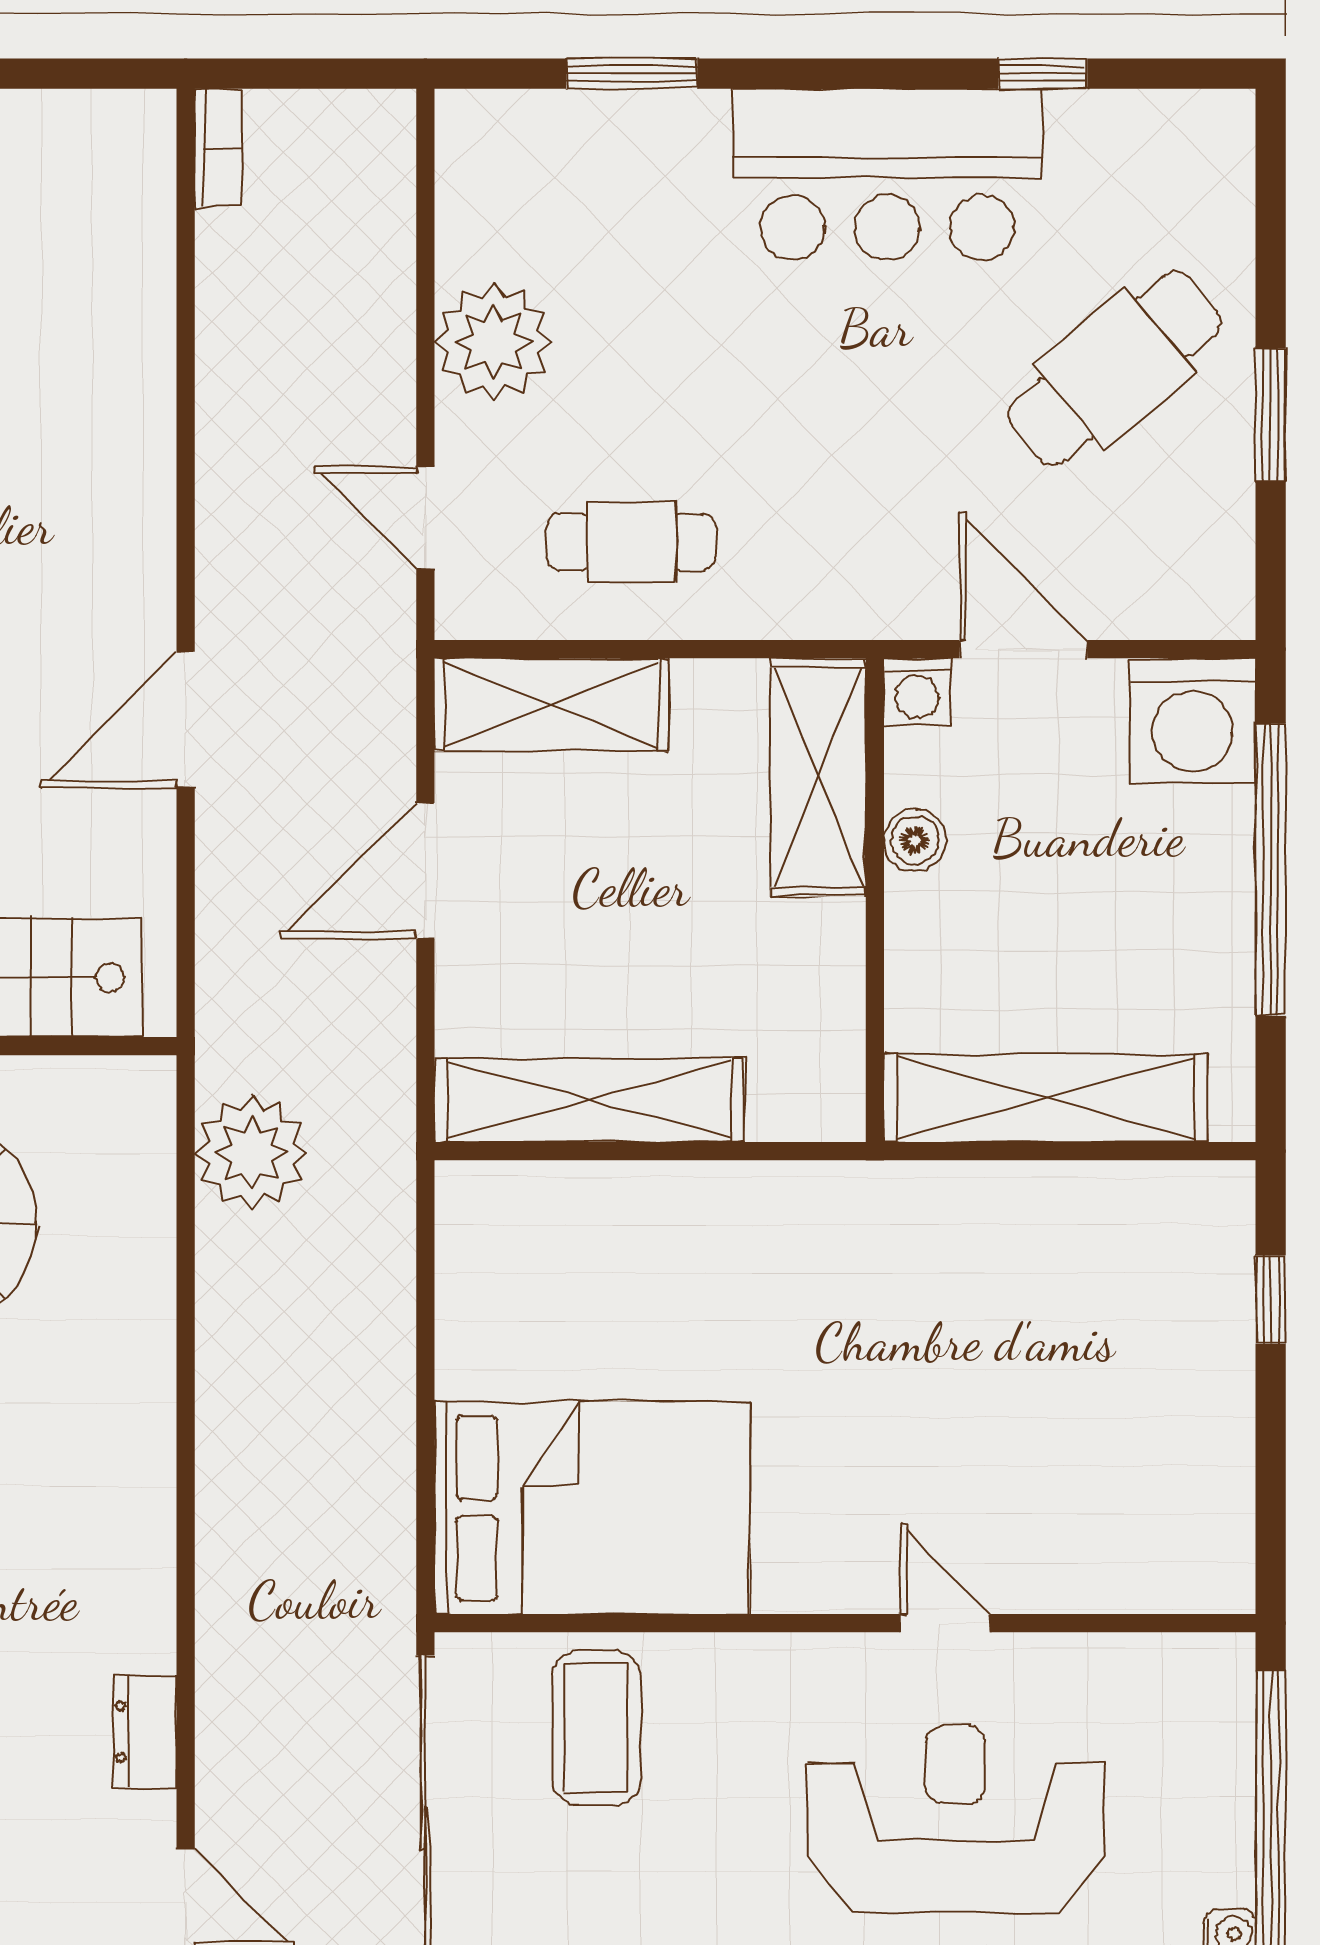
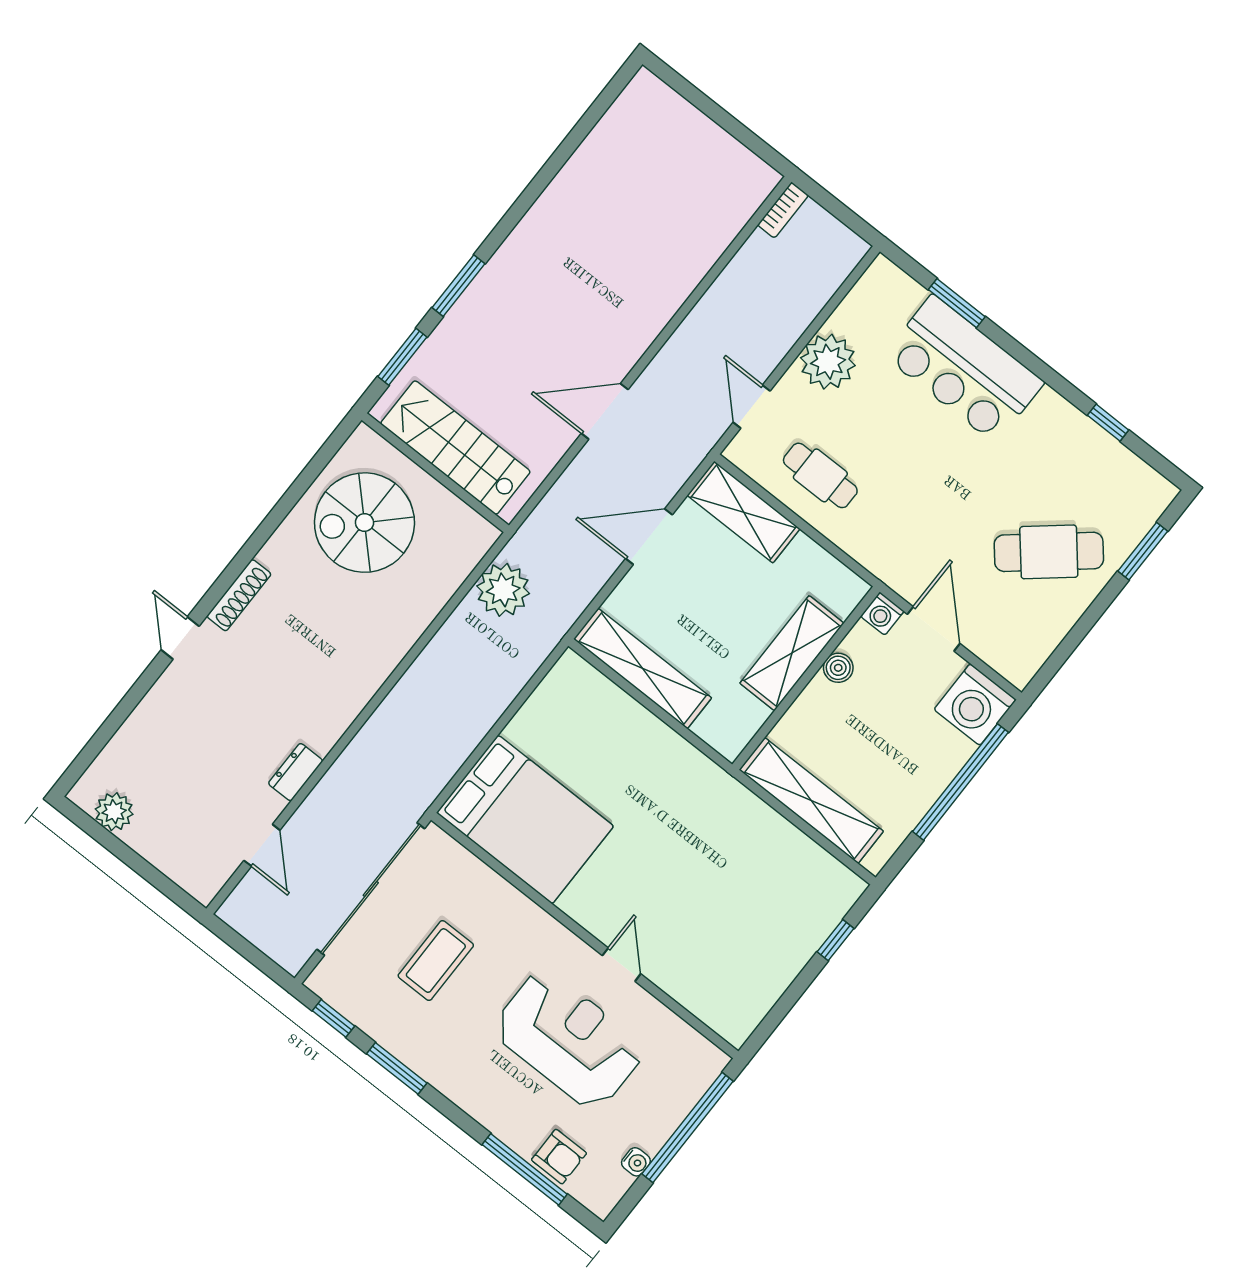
bar counter: (887, 174) -> (964, 369), moved
window: (1271, 415) -> (1143, 551), moved
shelving: (818, 777) -> (792, 653), moved
coffee table: (596, 1728) -> (436, 961), moved

